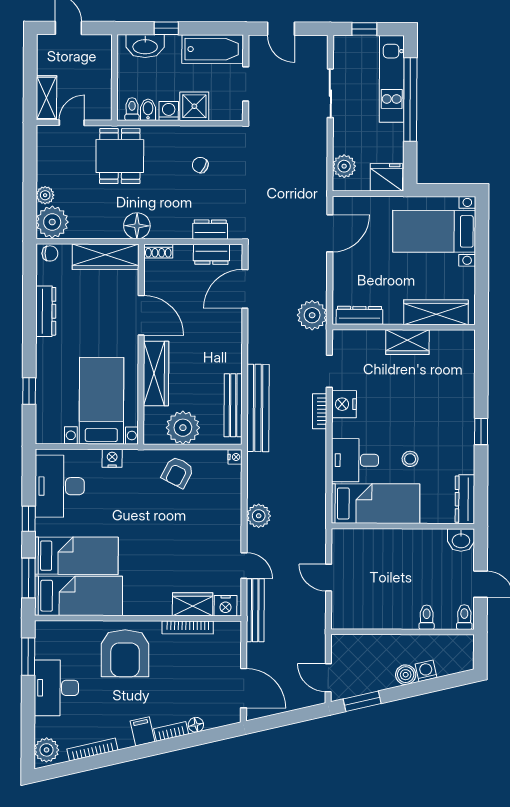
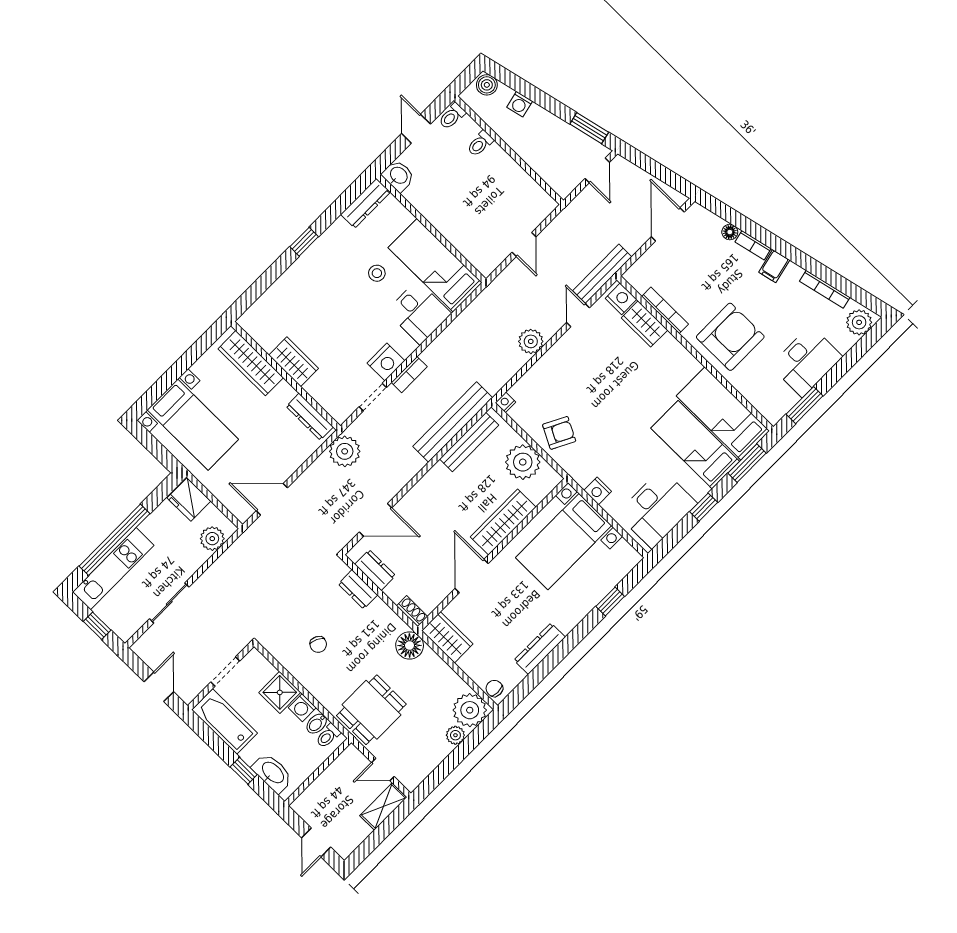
wardrobe: (106, 257) -> (447, 637), width x0.67
boiler: (406, 675) -> (487, 85), moved

